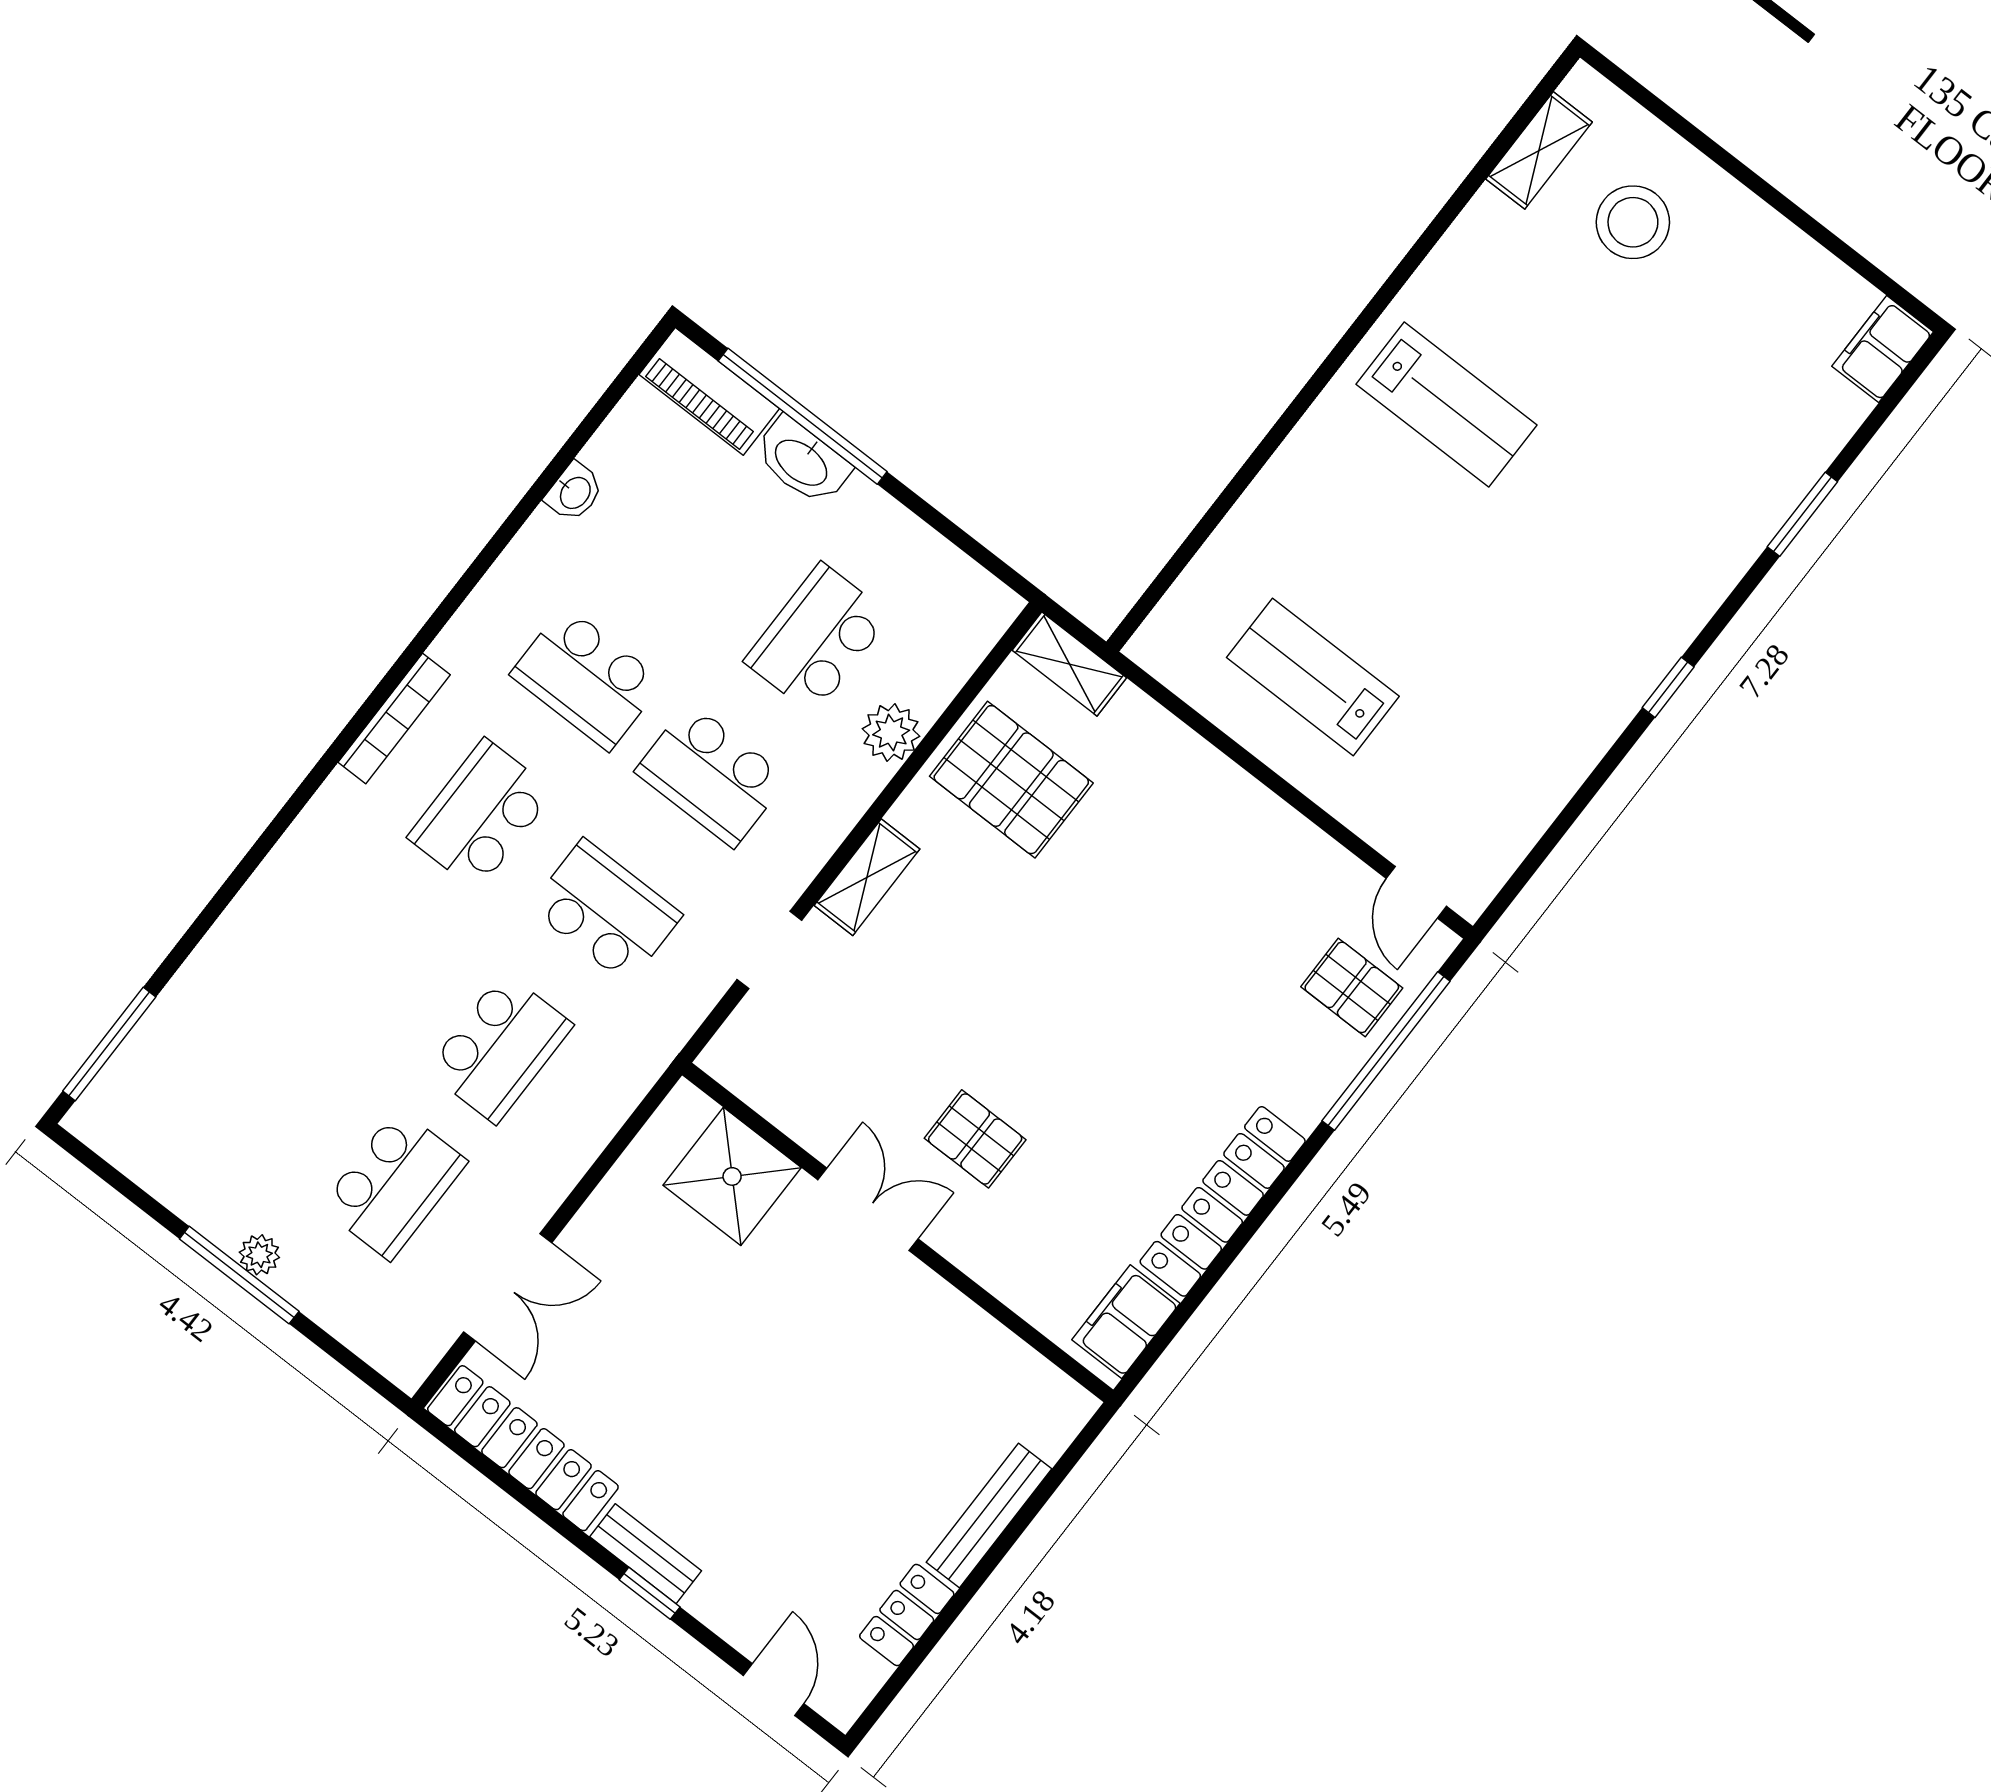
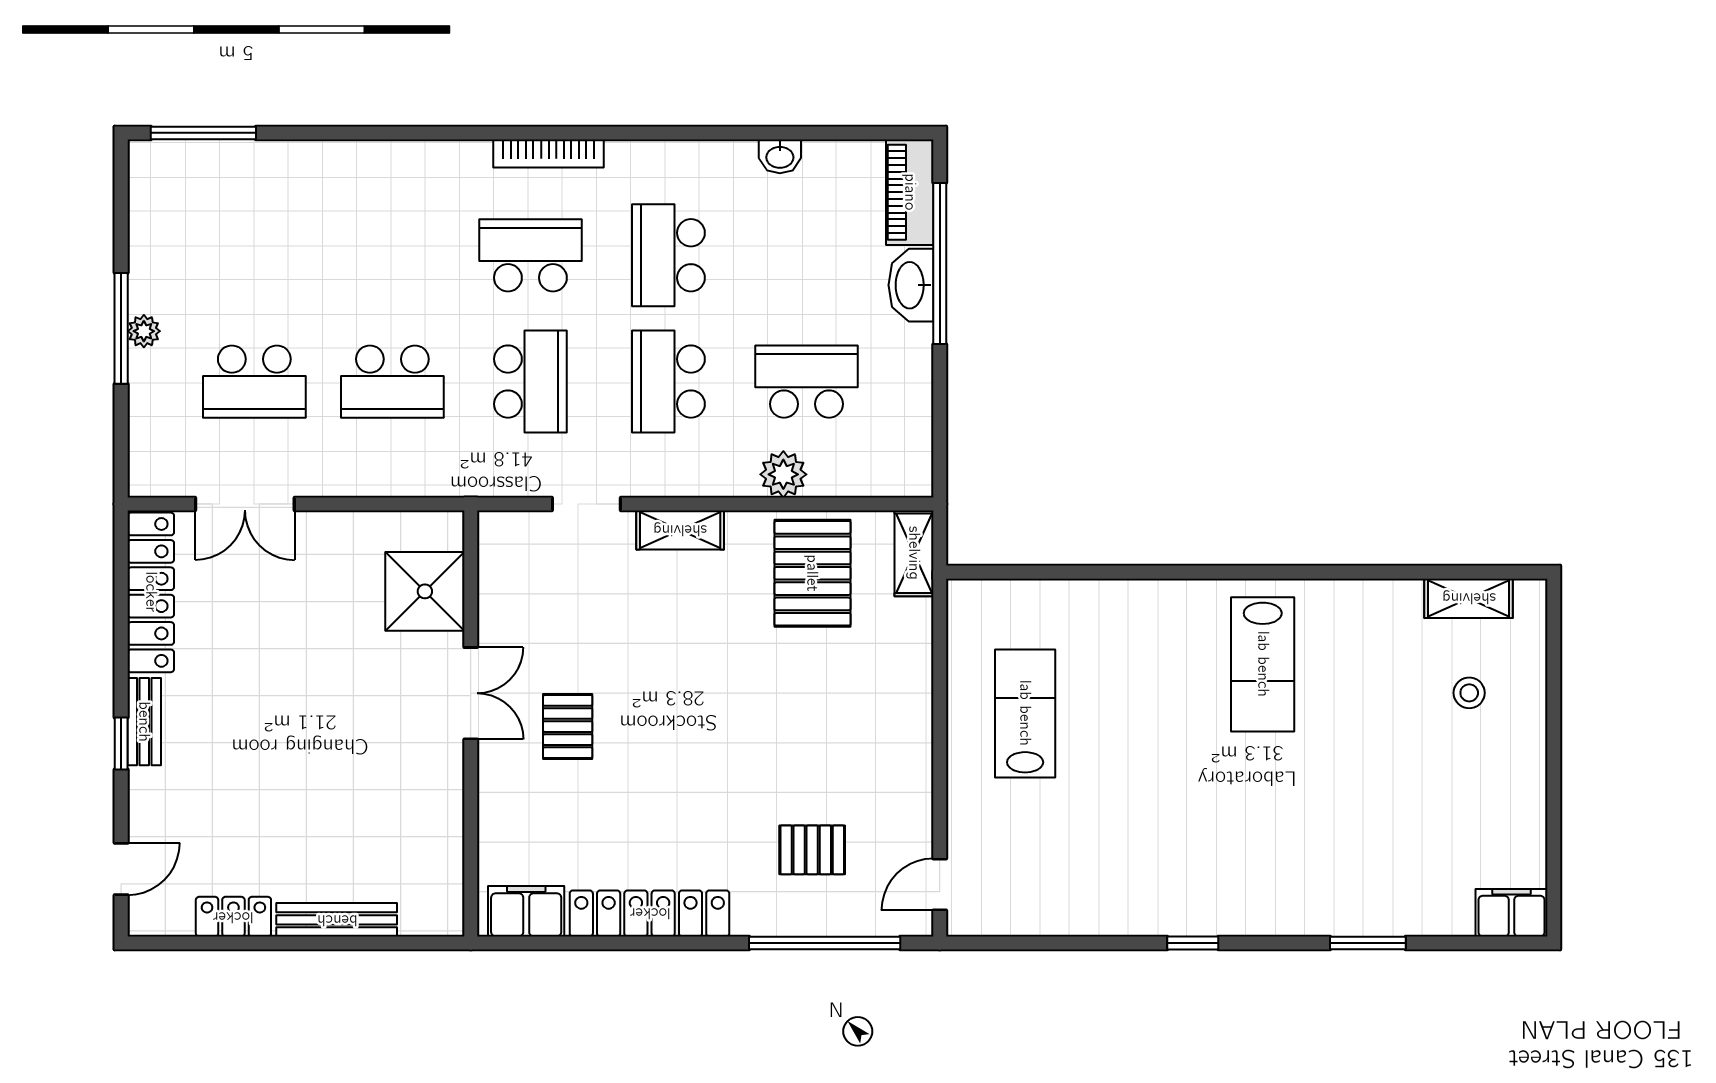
stool: (1633, 222) -> (1469, 693), width x0.53, depth x0.53
pallet: (1352, 987) -> (812, 850), moved, turned 90

